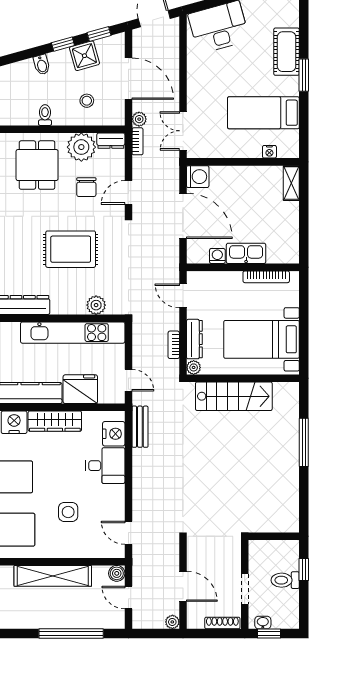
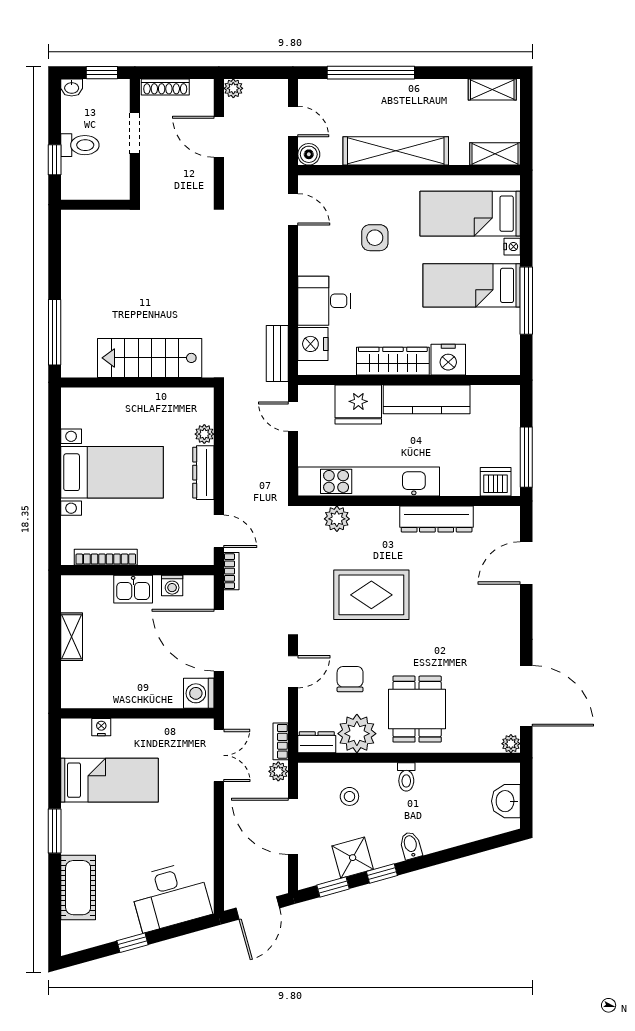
cot: (287, 52) -> (78, 888), moved
shelving: (291, 183) -> (72, 637), moved
kitchen sink: (246, 253) -> (133, 589), width x0.73
bookcase: (174, 345) -> (231, 571), moved
wall: (243, 378) -> (137, 382), moved
stairs: (234, 396) -> (150, 358), moved
washbasin: (263, 623) -> (72, 88), moved

